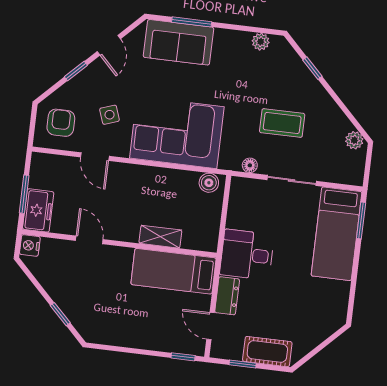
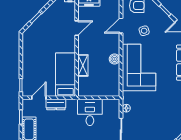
coffee table: (282, 123) -> (151, 123), removed
boiler: (209, 183) -> (115, 59), moved
desk: (247, 255) -> (90, 112), moved

